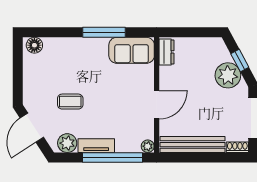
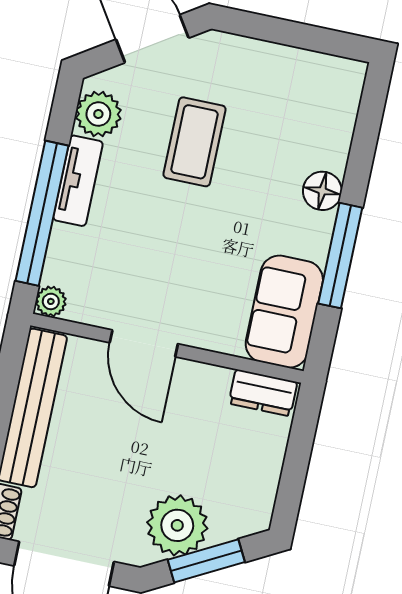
floor lamp: (34, 45) -> (322, 191), moved
window: (240, 61) -> (206, 561), width x1.50
coffee table: (70, 102) -> (195, 142), width x1.36, depth x1.30

